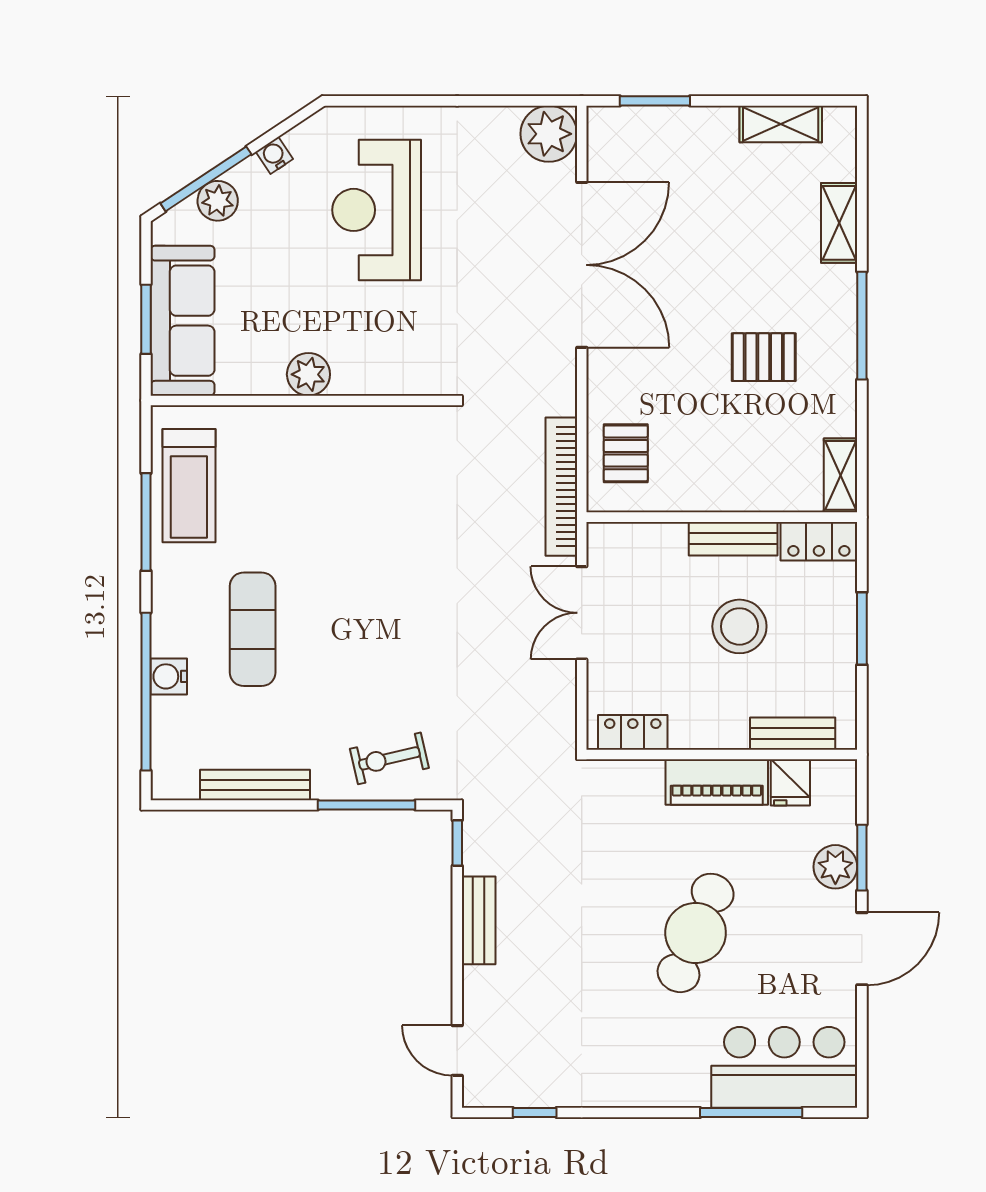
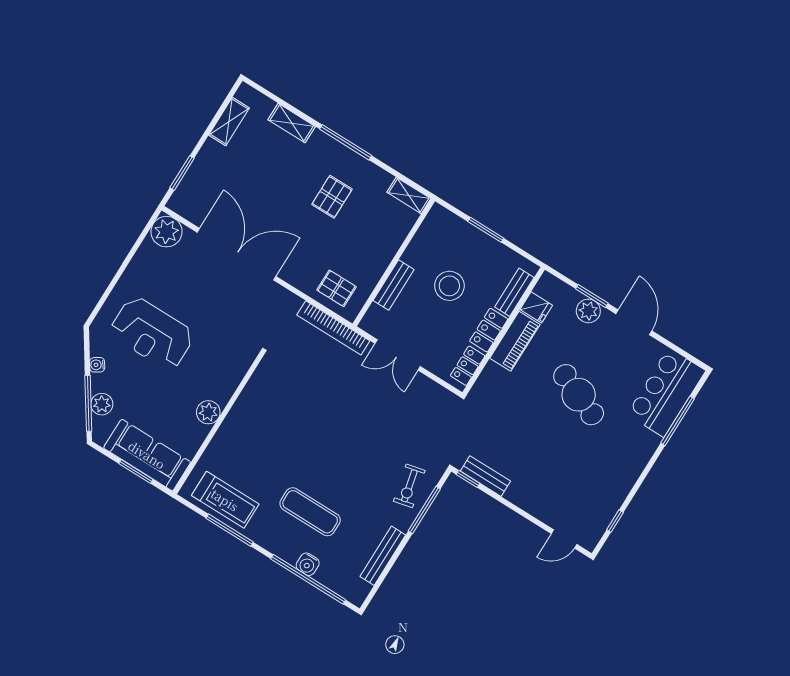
bench: (733, 539) -> (394, 285), moved
locker: (819, 541) -> (489, 330), moved, turned 180
bench: (479, 920) -> (485, 476), moved

